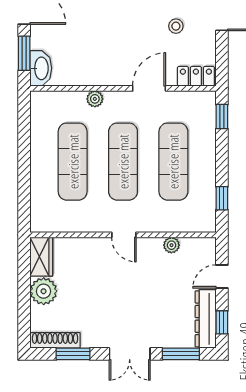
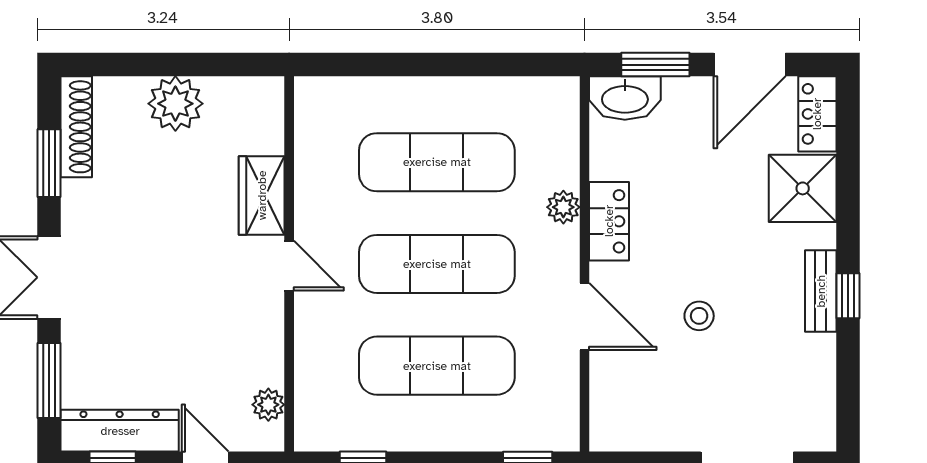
stool: (176, 26) -> (699, 316), moved
locker: (196, 76) -> (609, 221), moved
door: (124, 235) -> (289, 266), swing flipped
plant: (171, 245) -> (268, 405), moved
wardrobe: (41, 257) -> (262, 195), moved, turned 90

